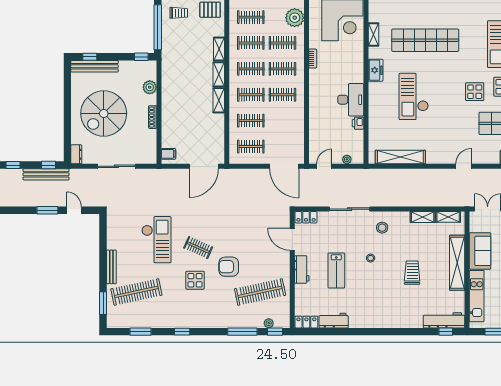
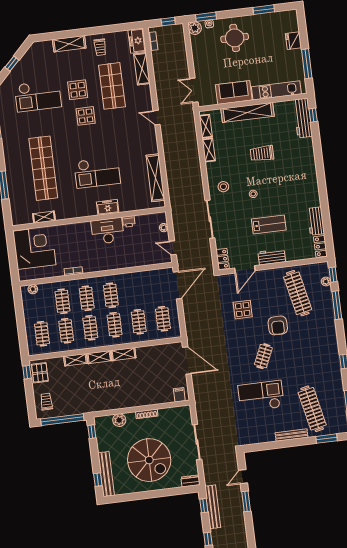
plant: (295, 18) -> (33, 289), width x0.53, depth x0.53
freezer: (376, 70) -> (108, 207), moved
display table: (195, 280) -> (243, 310), moved

